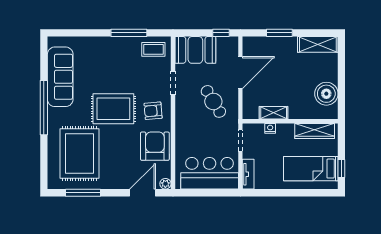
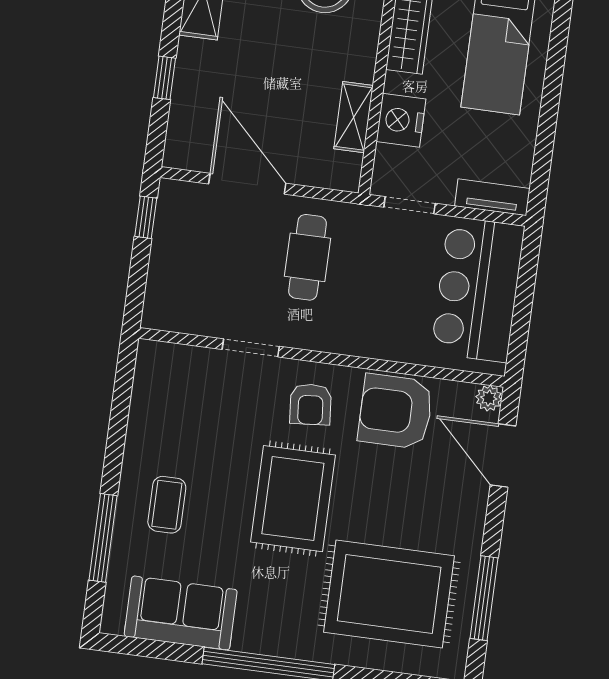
window: (129, 33) -> (103, 538), moved
window: (279, 33) -> (164, 78), width x0.67
coffee table: (153, 49) -> (167, 505), moved
booth: (195, 50) -> (179, 284), removed
sofa: (60, 77) -> (181, 613), width x0.73
cafe table: (213, 101) -> (307, 257), turned -59
nightstand: (270, 128) -> (401, 120), width x1.89, depth x1.79

